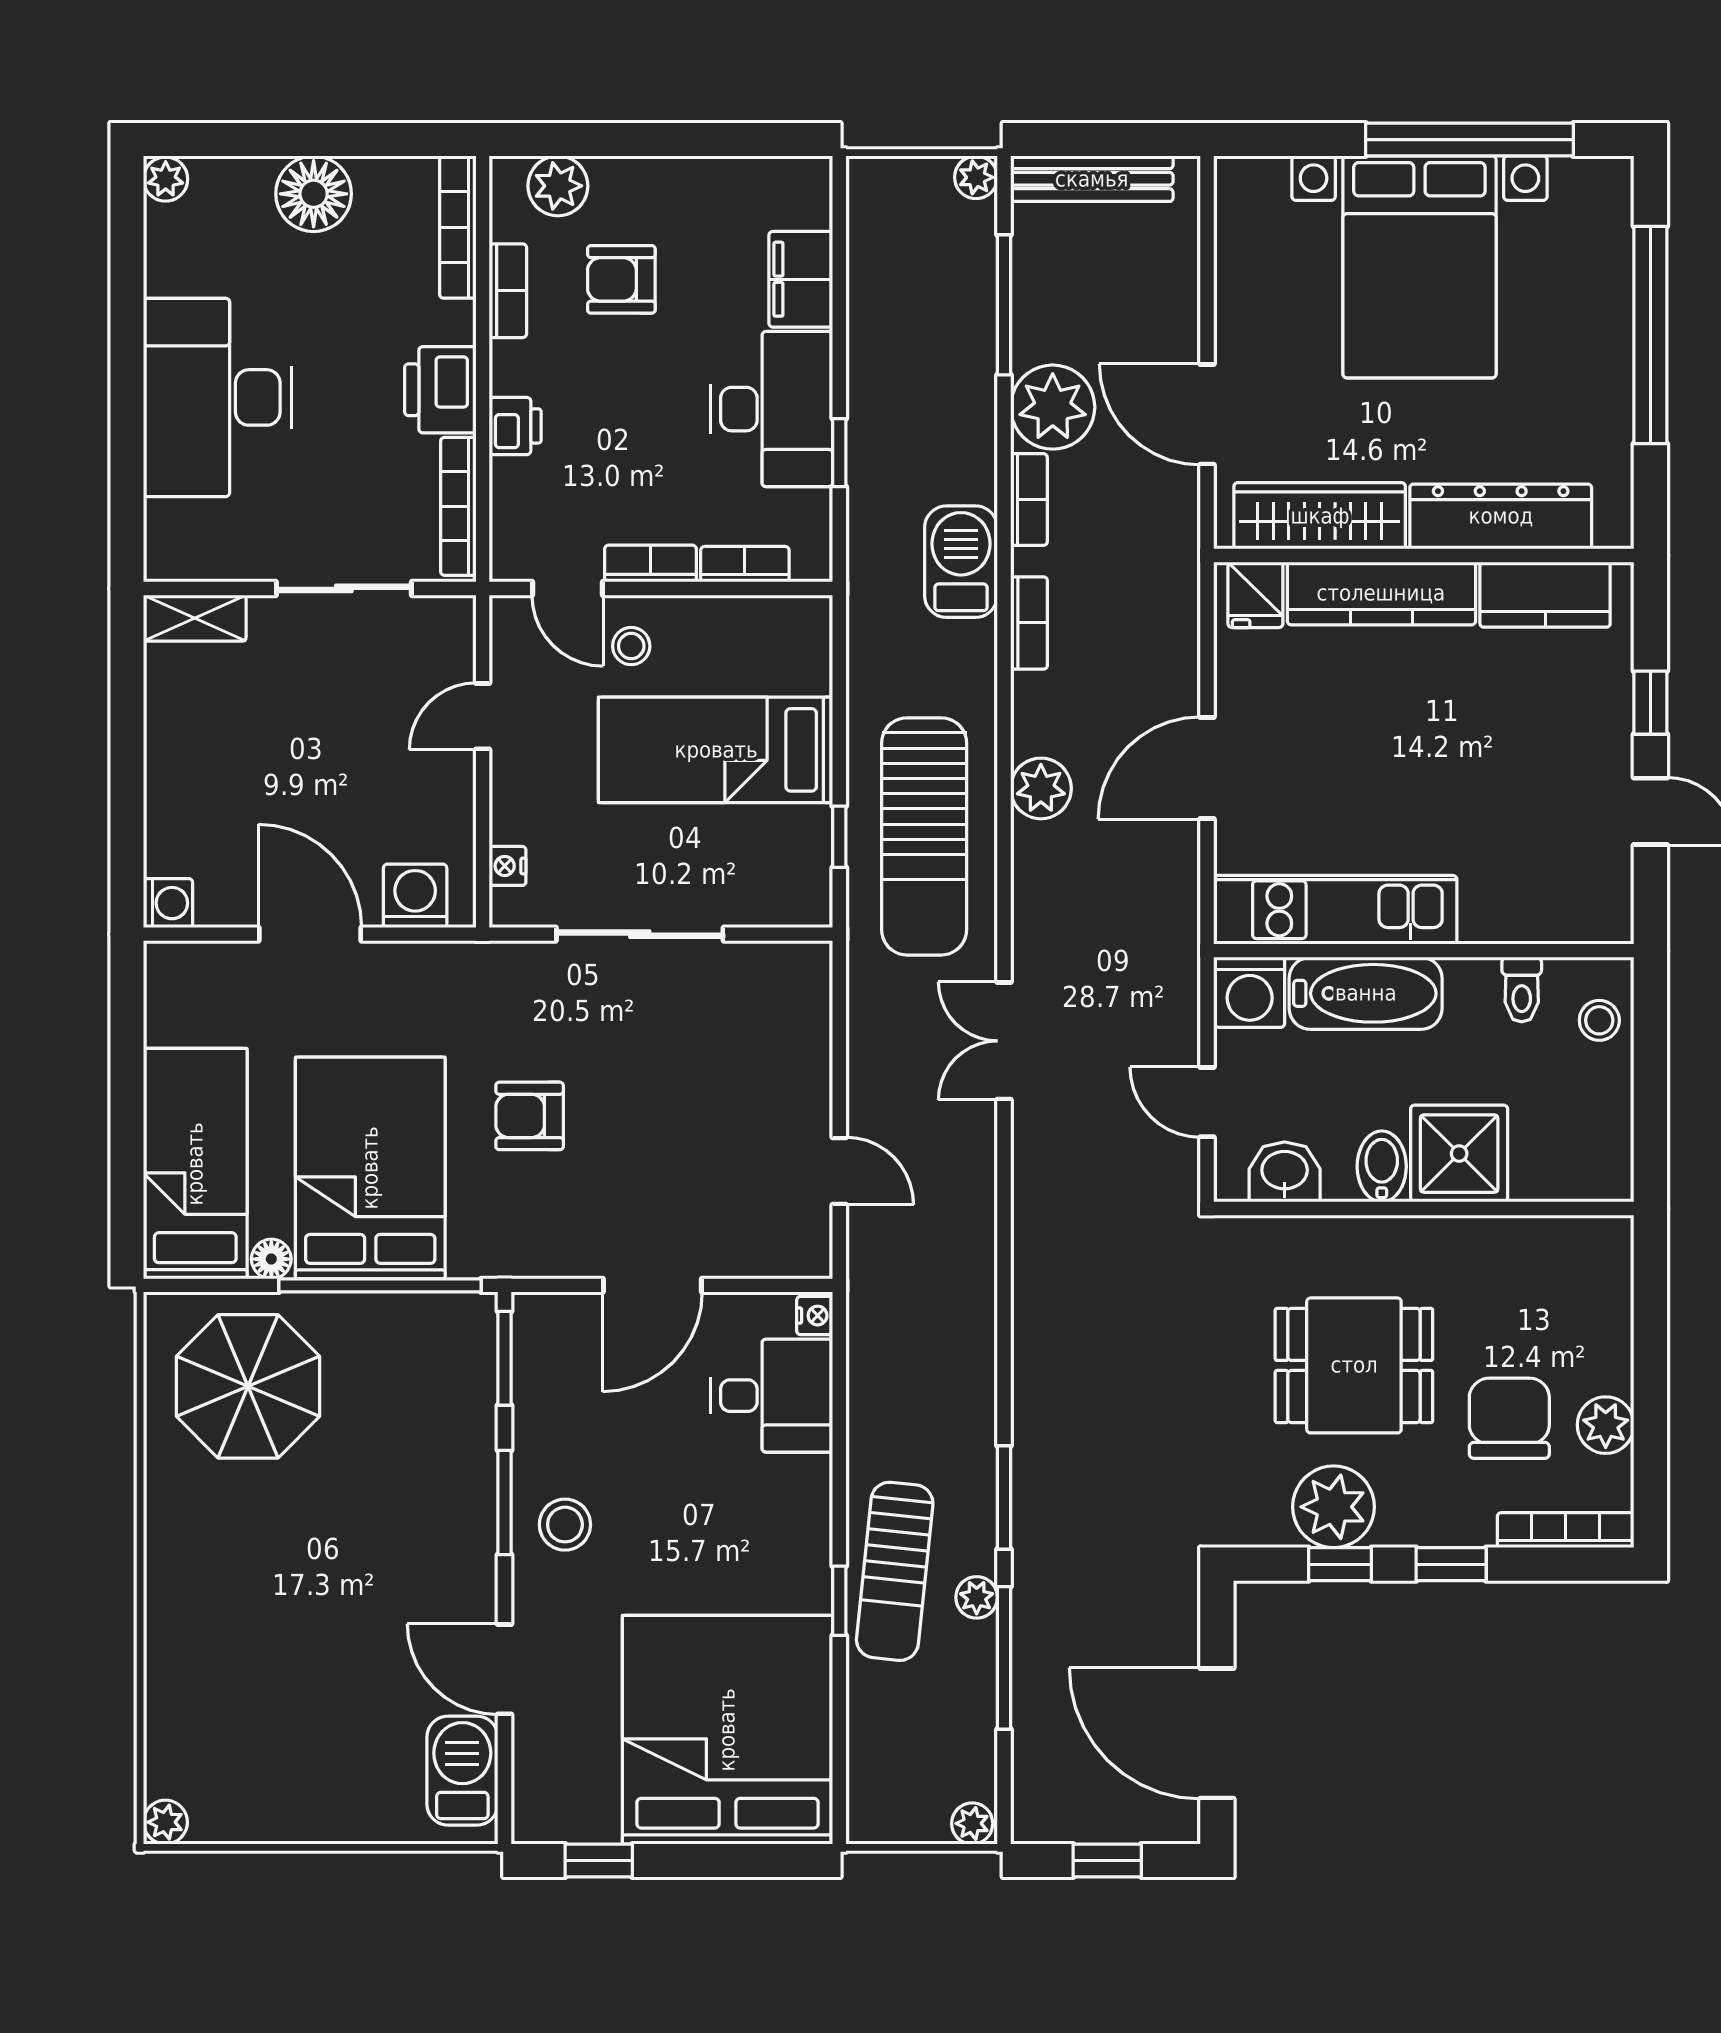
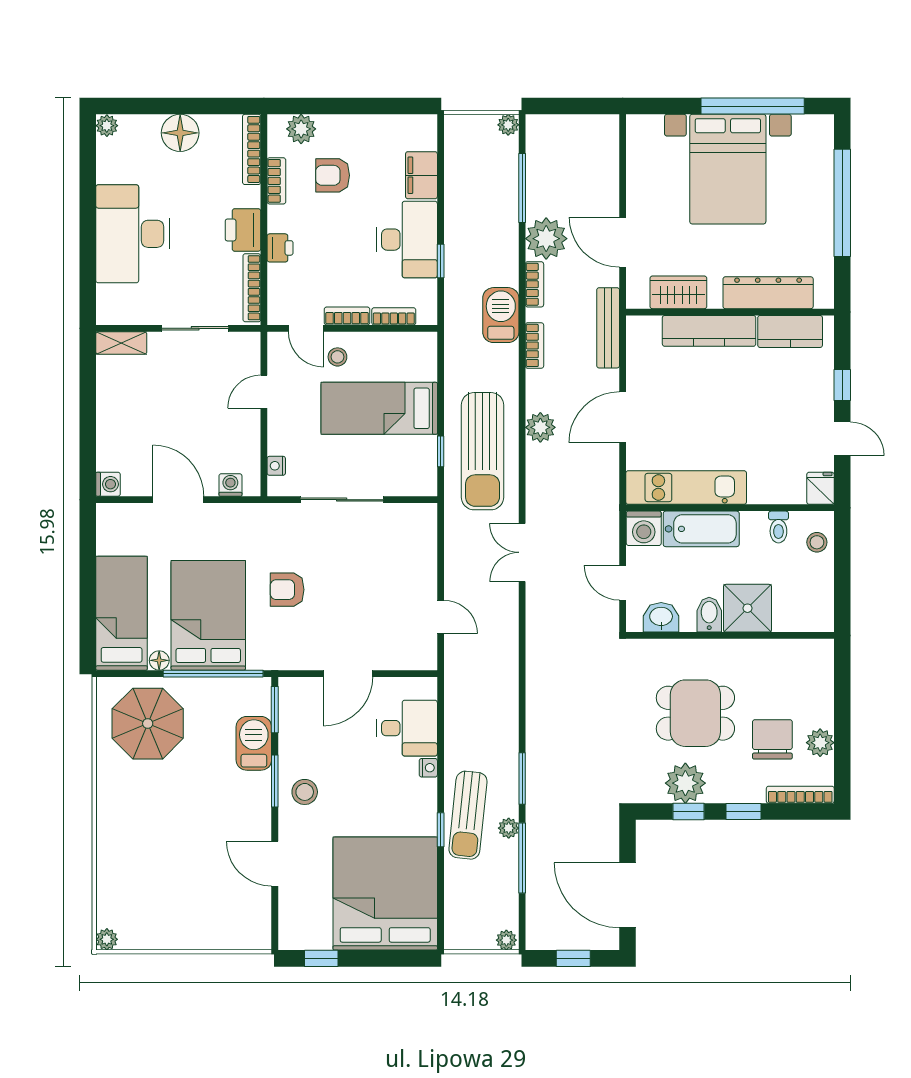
bench: (1092, 179) -> (608, 328), moved, turned 90
wardrobe: (1320, 516) -> (678, 292), width x0.67
fridge: (1255, 595) -> (820, 488), moved, turned 180
washing machine: (415, 896) -> (230, 485), width x0.73, depth x0.73
nightstand: (815, 1316) -> (428, 768), moved
barbecue: (462, 1771) -> (254, 743), moved

